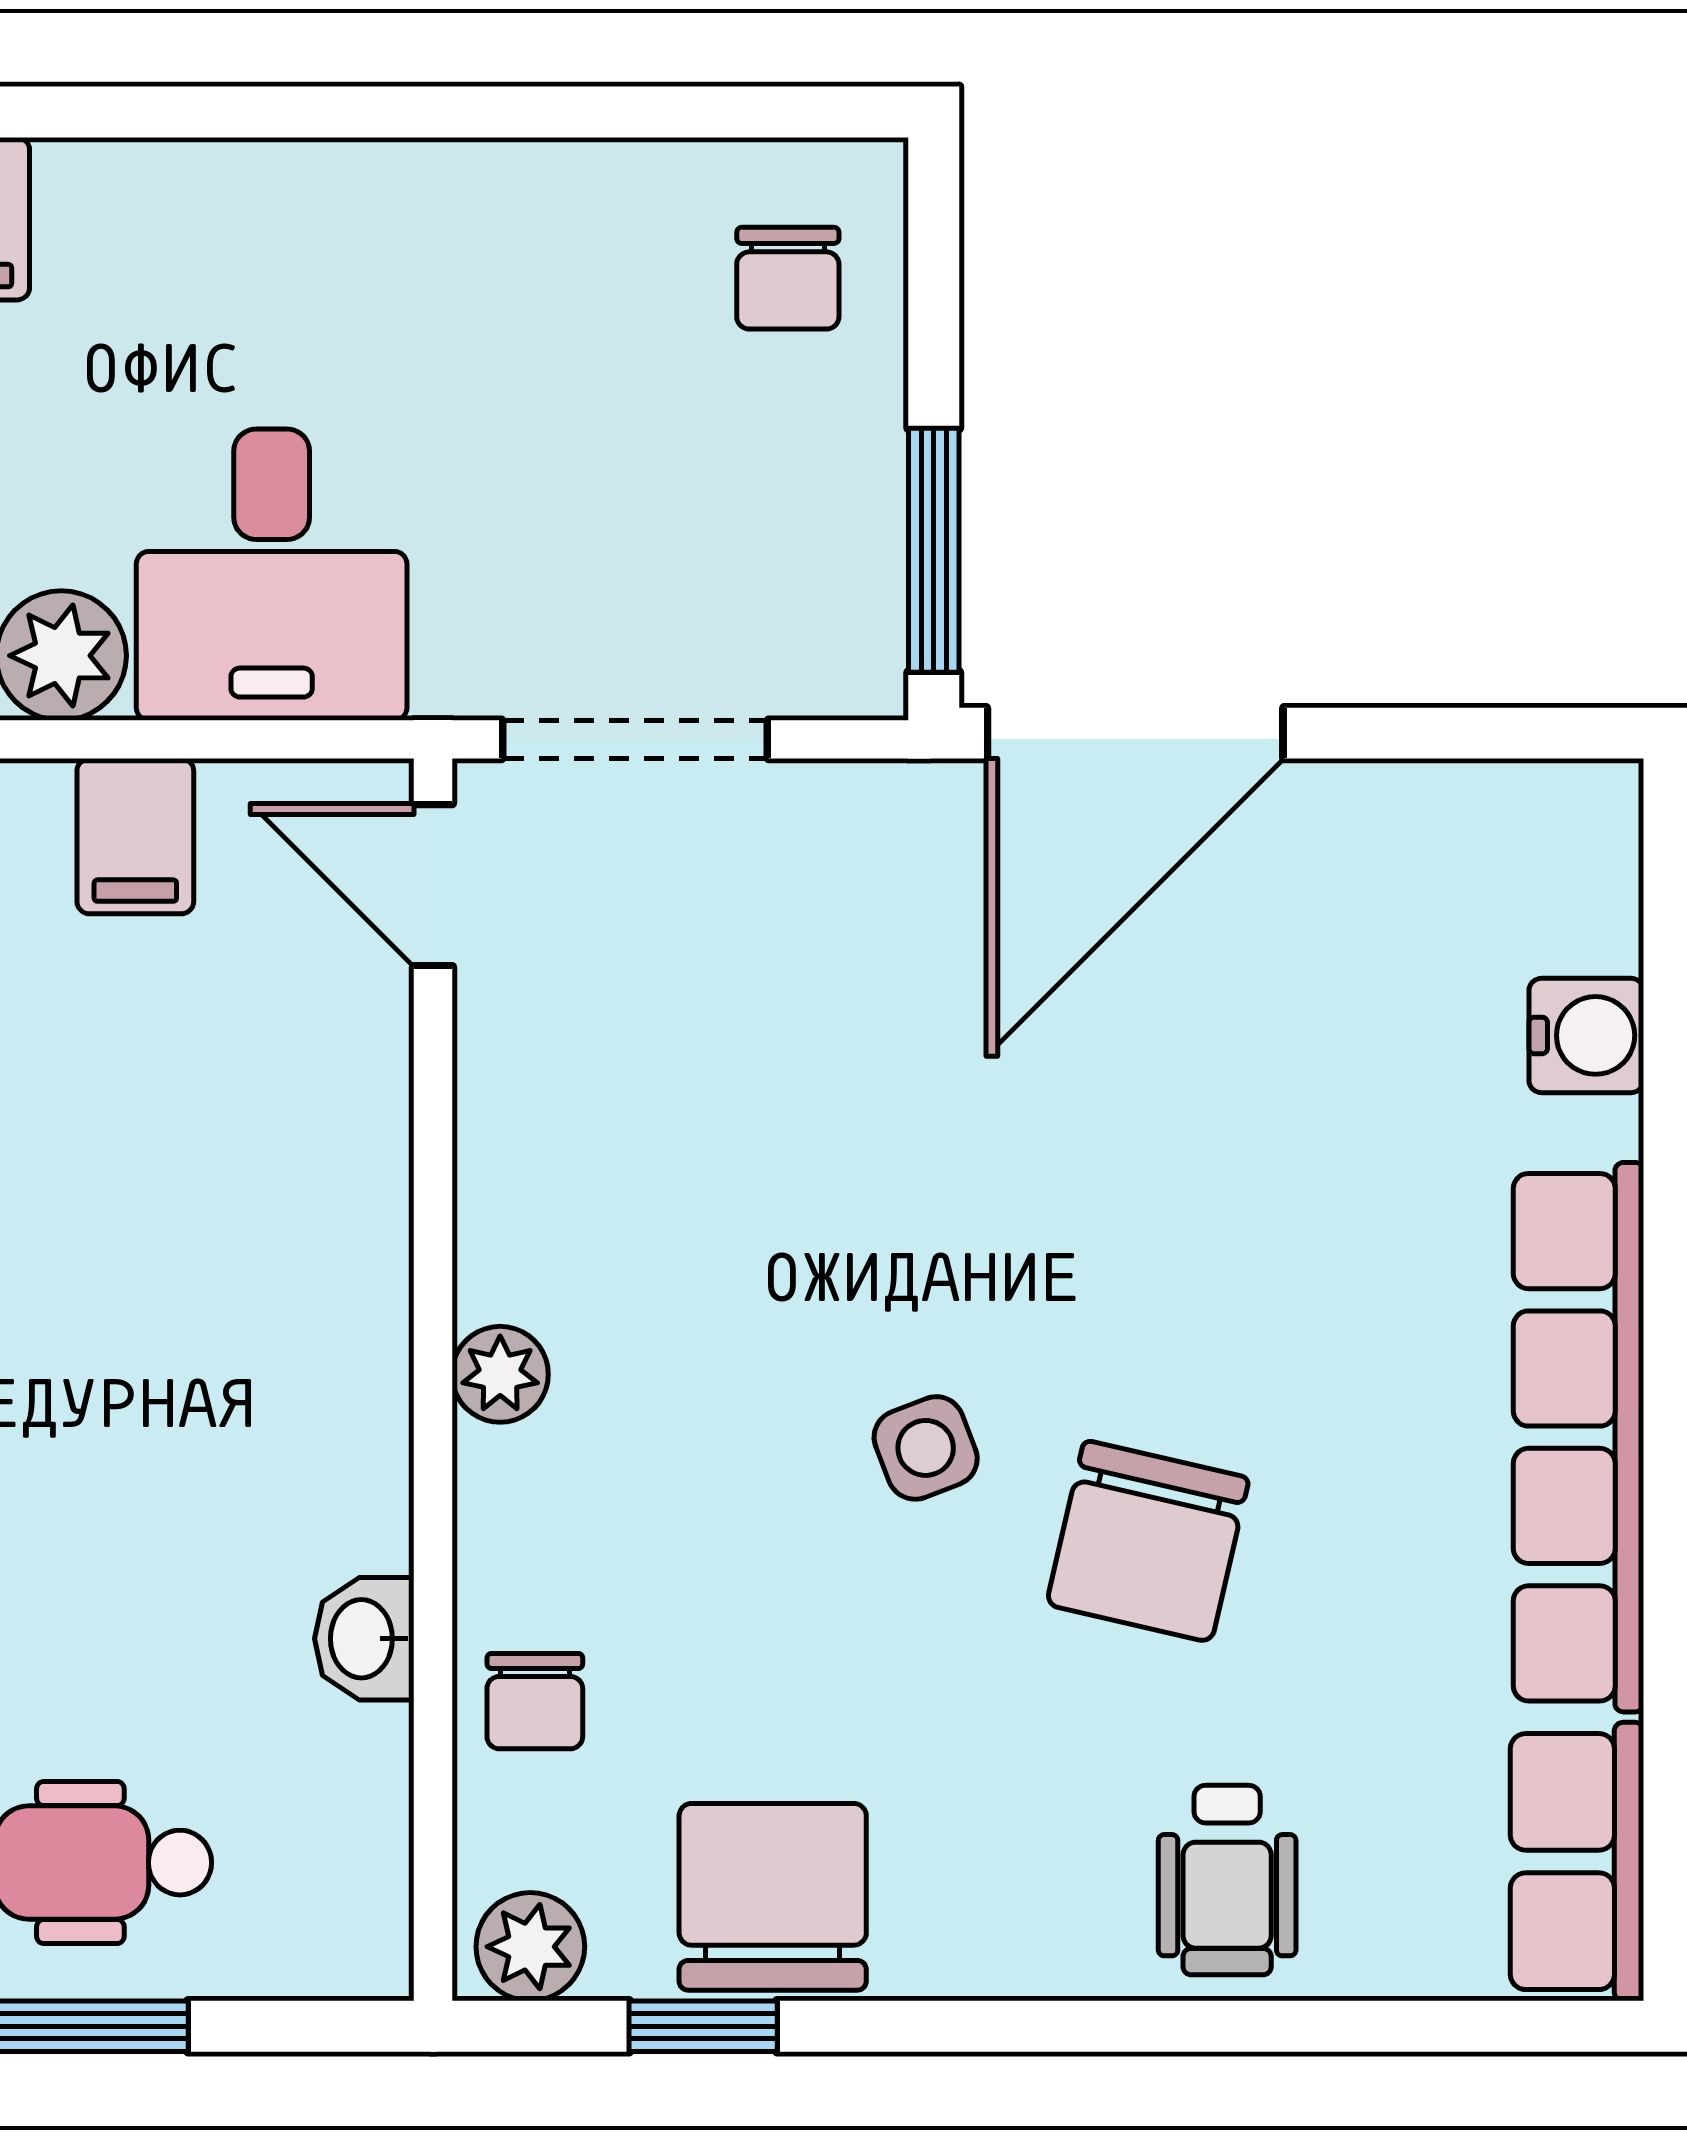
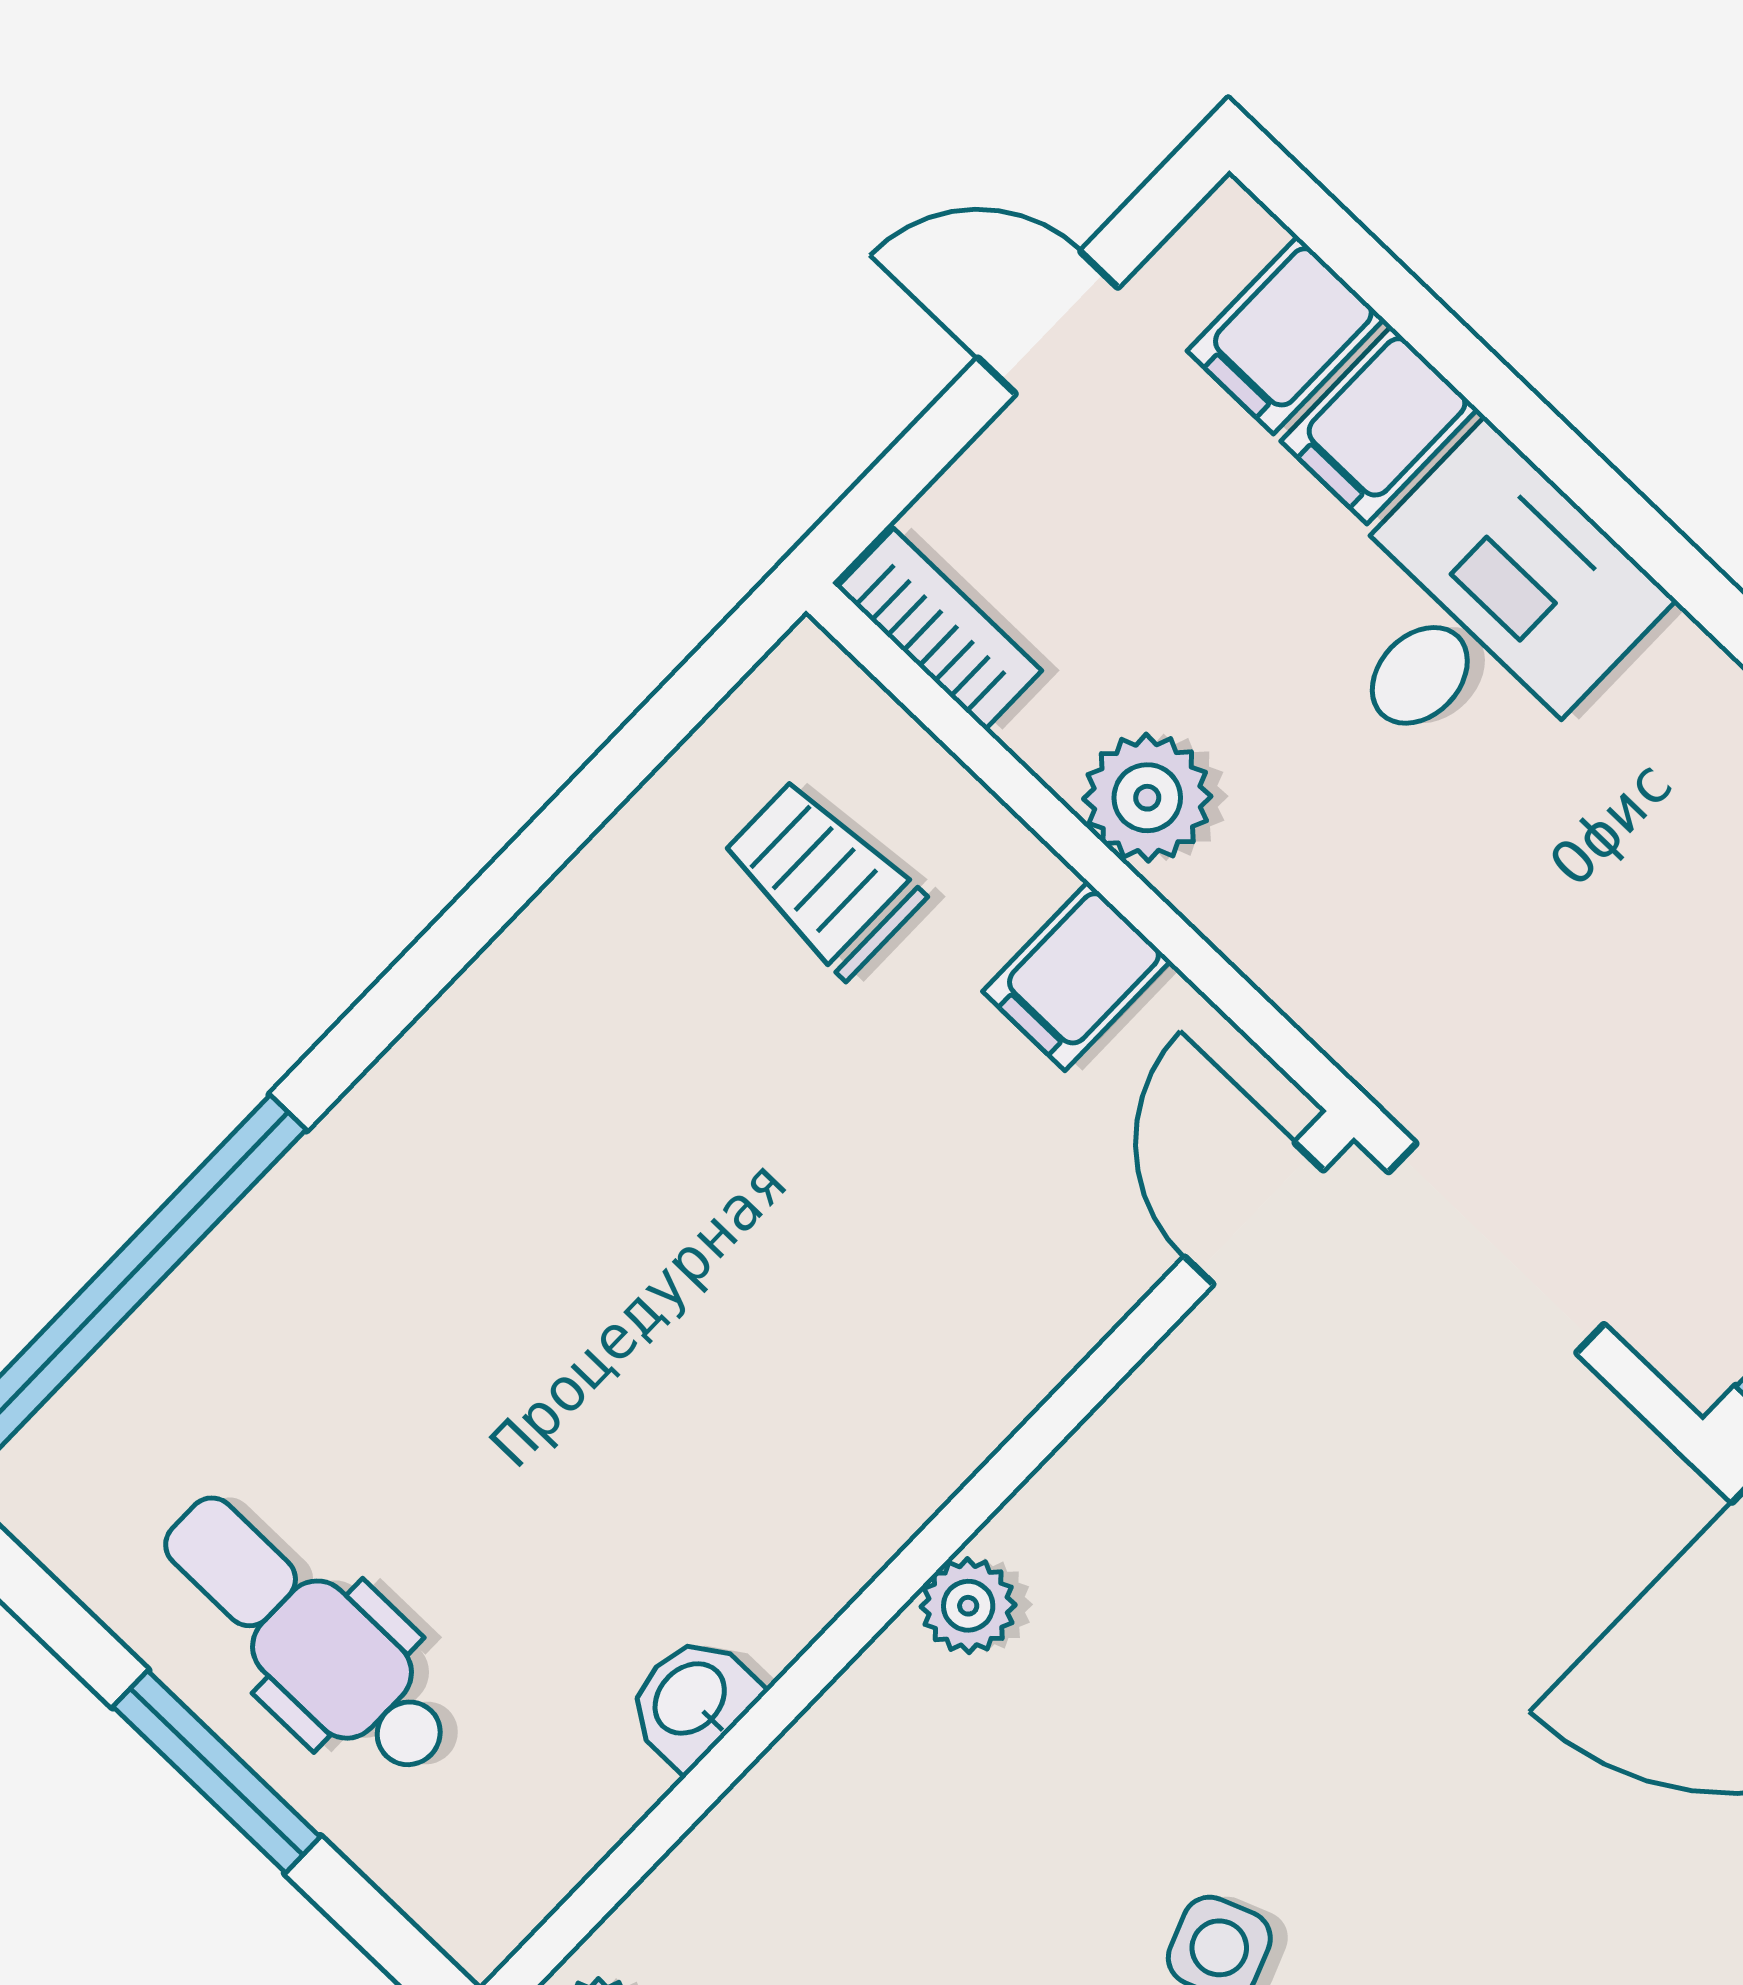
desk: (272, 575) -> (1481, 611), moved, turned 180
chair: (535, 1701) -> (770, 1861), removed

